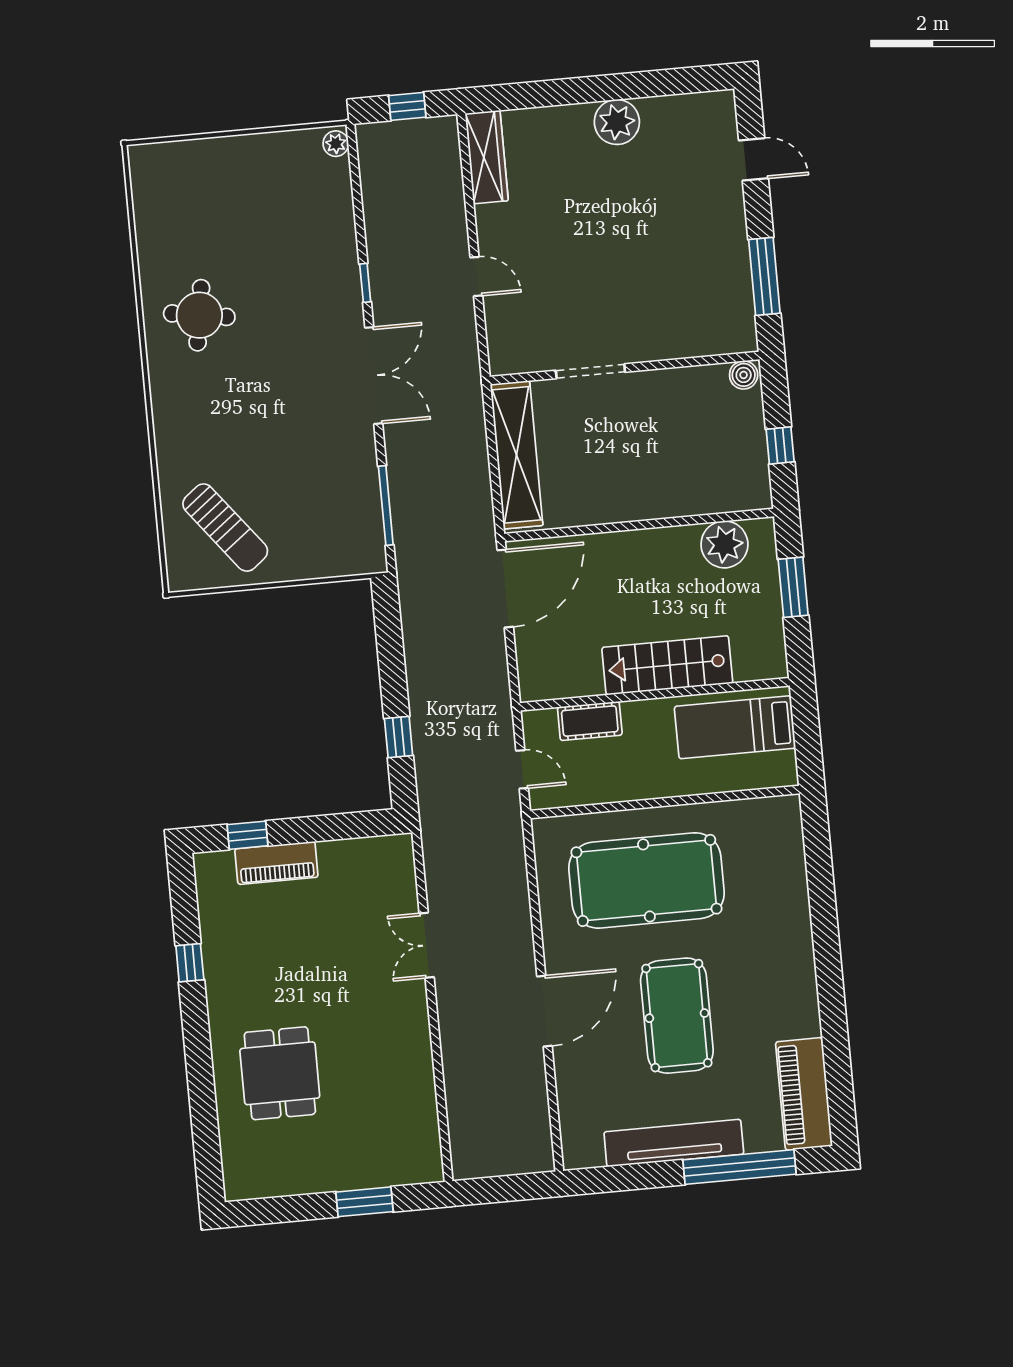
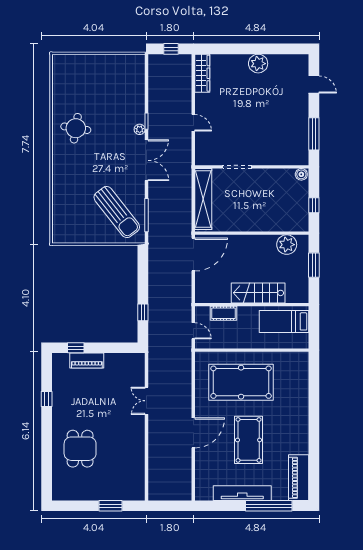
plant: (336, 144) -> (140, 129), moved
sun lounger: (225, 528) -> (117, 212), moved, width x1.36, depth x1.34

